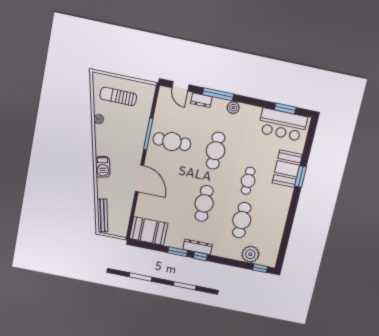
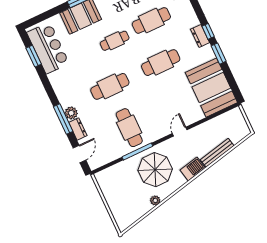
sun lounger: (118, 96) -> (125, 198), removed
plant: (233, 108) -> (71, 113), moved
parasol: (124, 137) -> (155, 170), added
door: (139, 178) -> (180, 132), width x0.53
bench: (102, 216) -> (217, 153), moved
booth: (149, 231) -> (211, 88), width x1.36, depth x1.42
dresser: (198, 247) -> (200, 36), width x0.70

